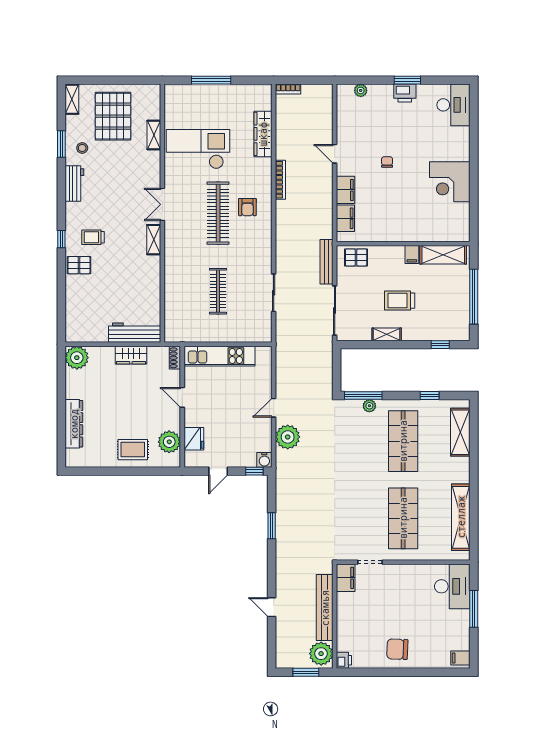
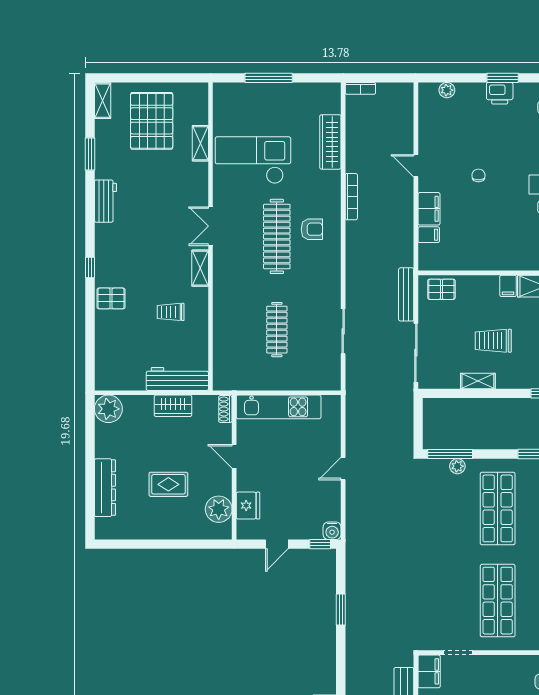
stool: (82, 148) -> (115, 159), removed
armchair: (247, 207) -> (312, 229), turned -90
filing cabinet: (345, 218) -> (429, 235), width x0.50
trolley: (93, 237) -> (171, 312), moved
plant: (288, 437) -> (360, 503), removed
rug: (133, 450) -> (168, 484), moved

